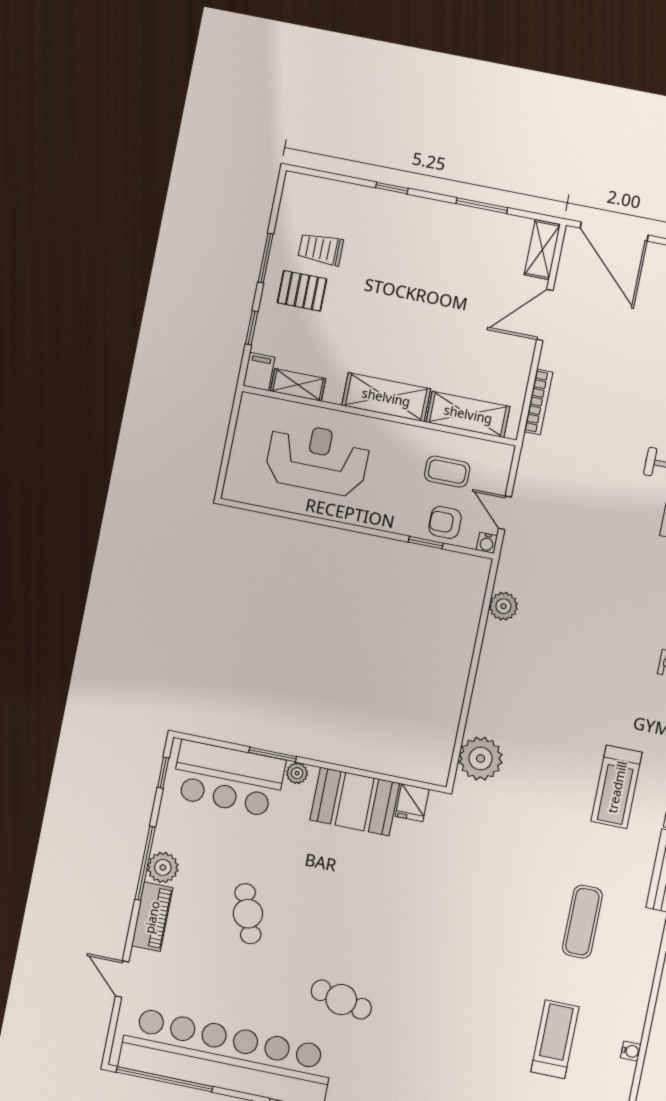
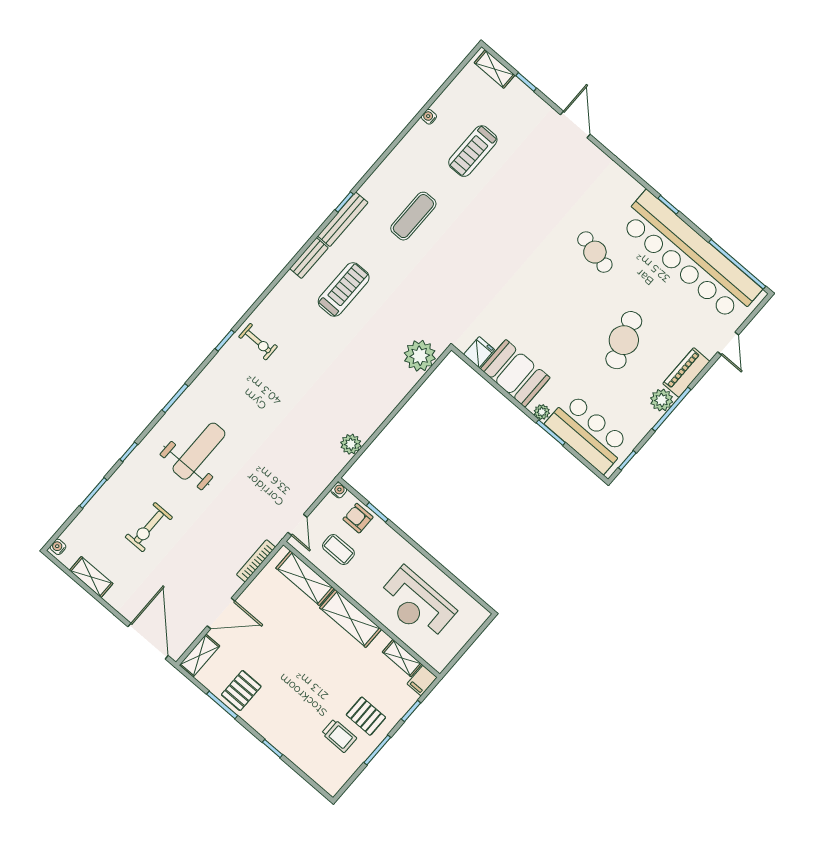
pallet: (468, 236) -> (241, 691), added
door: (505, 513) -> (298, 525), moved
armchair: (445, 522) -> (358, 518), turned 180
cafe table: (248, 914) -> (624, 340), width x1.37, depth x1.35

